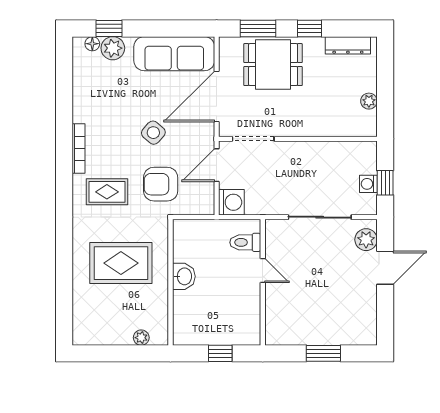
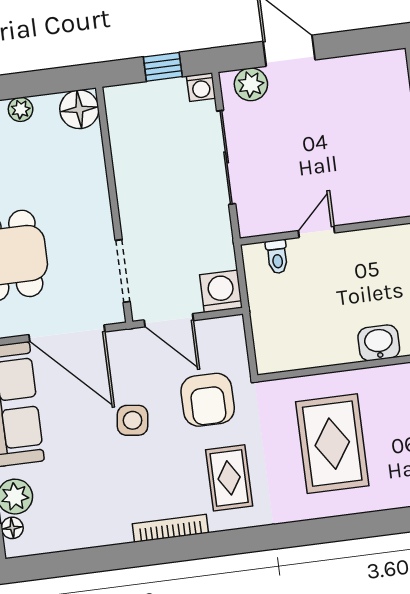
plant: (369, 101) -> (21, 109), moved
floor lamp: (364, 124) -> (79, 109), added
side table: (153, 133) -> (132, 420), turned -34
washing machine: (368, 184) -> (201, 87), moved
toilet: (245, 242) -> (277, 257), width x0.73, depth x0.72
washbasin: (184, 276) -> (379, 343), moved

